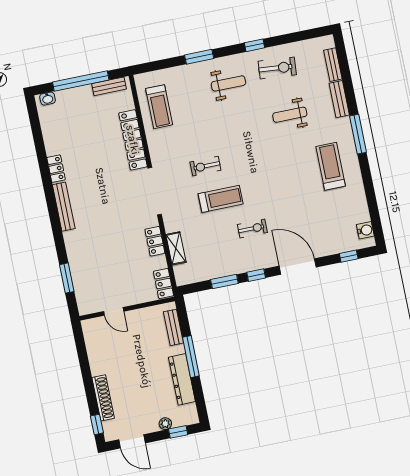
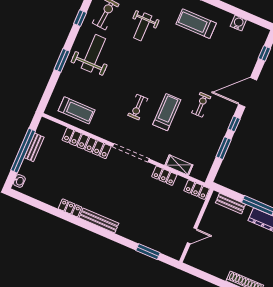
weight bench: (228, 83) -> (93, 53), width x1.36, depth x1.33
bench: (109, 86) -> (34, 147), moved
water cooler: (365, 230) -> (238, 23), moved

